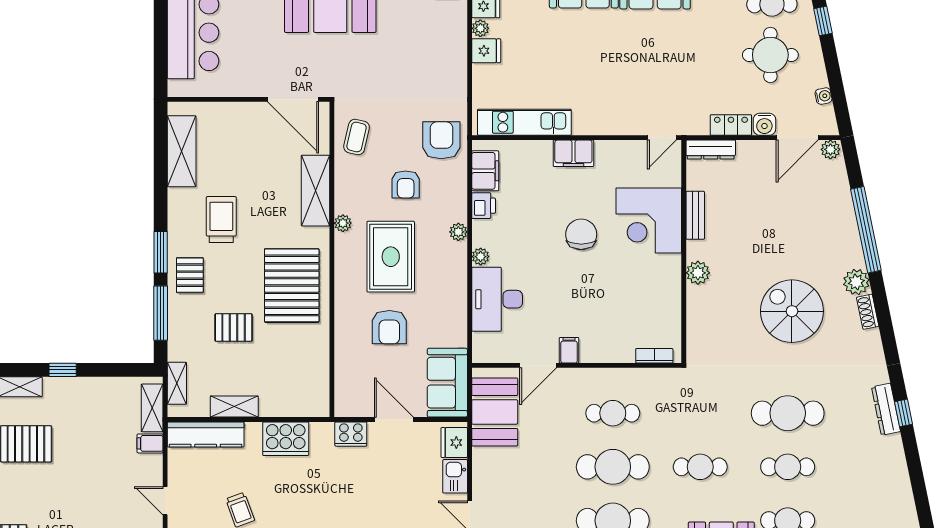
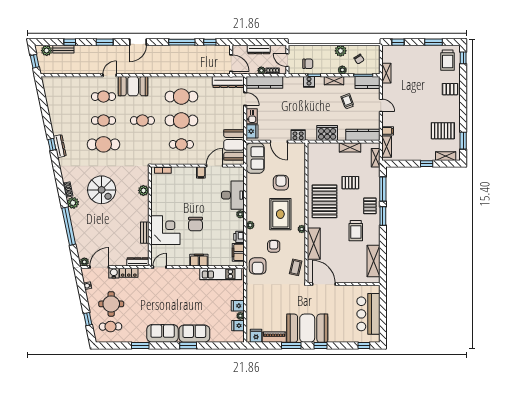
plant: (698, 273) -> (143, 190), moved

